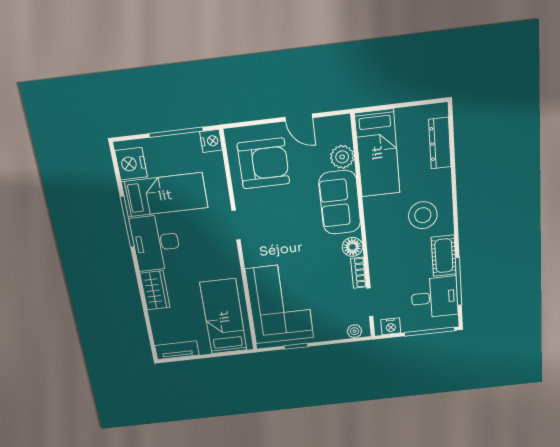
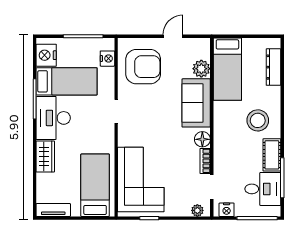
door: (299, 117) -> (173, 36), swing flipped
nightstand: (211, 141) -> (107, 59), moved

